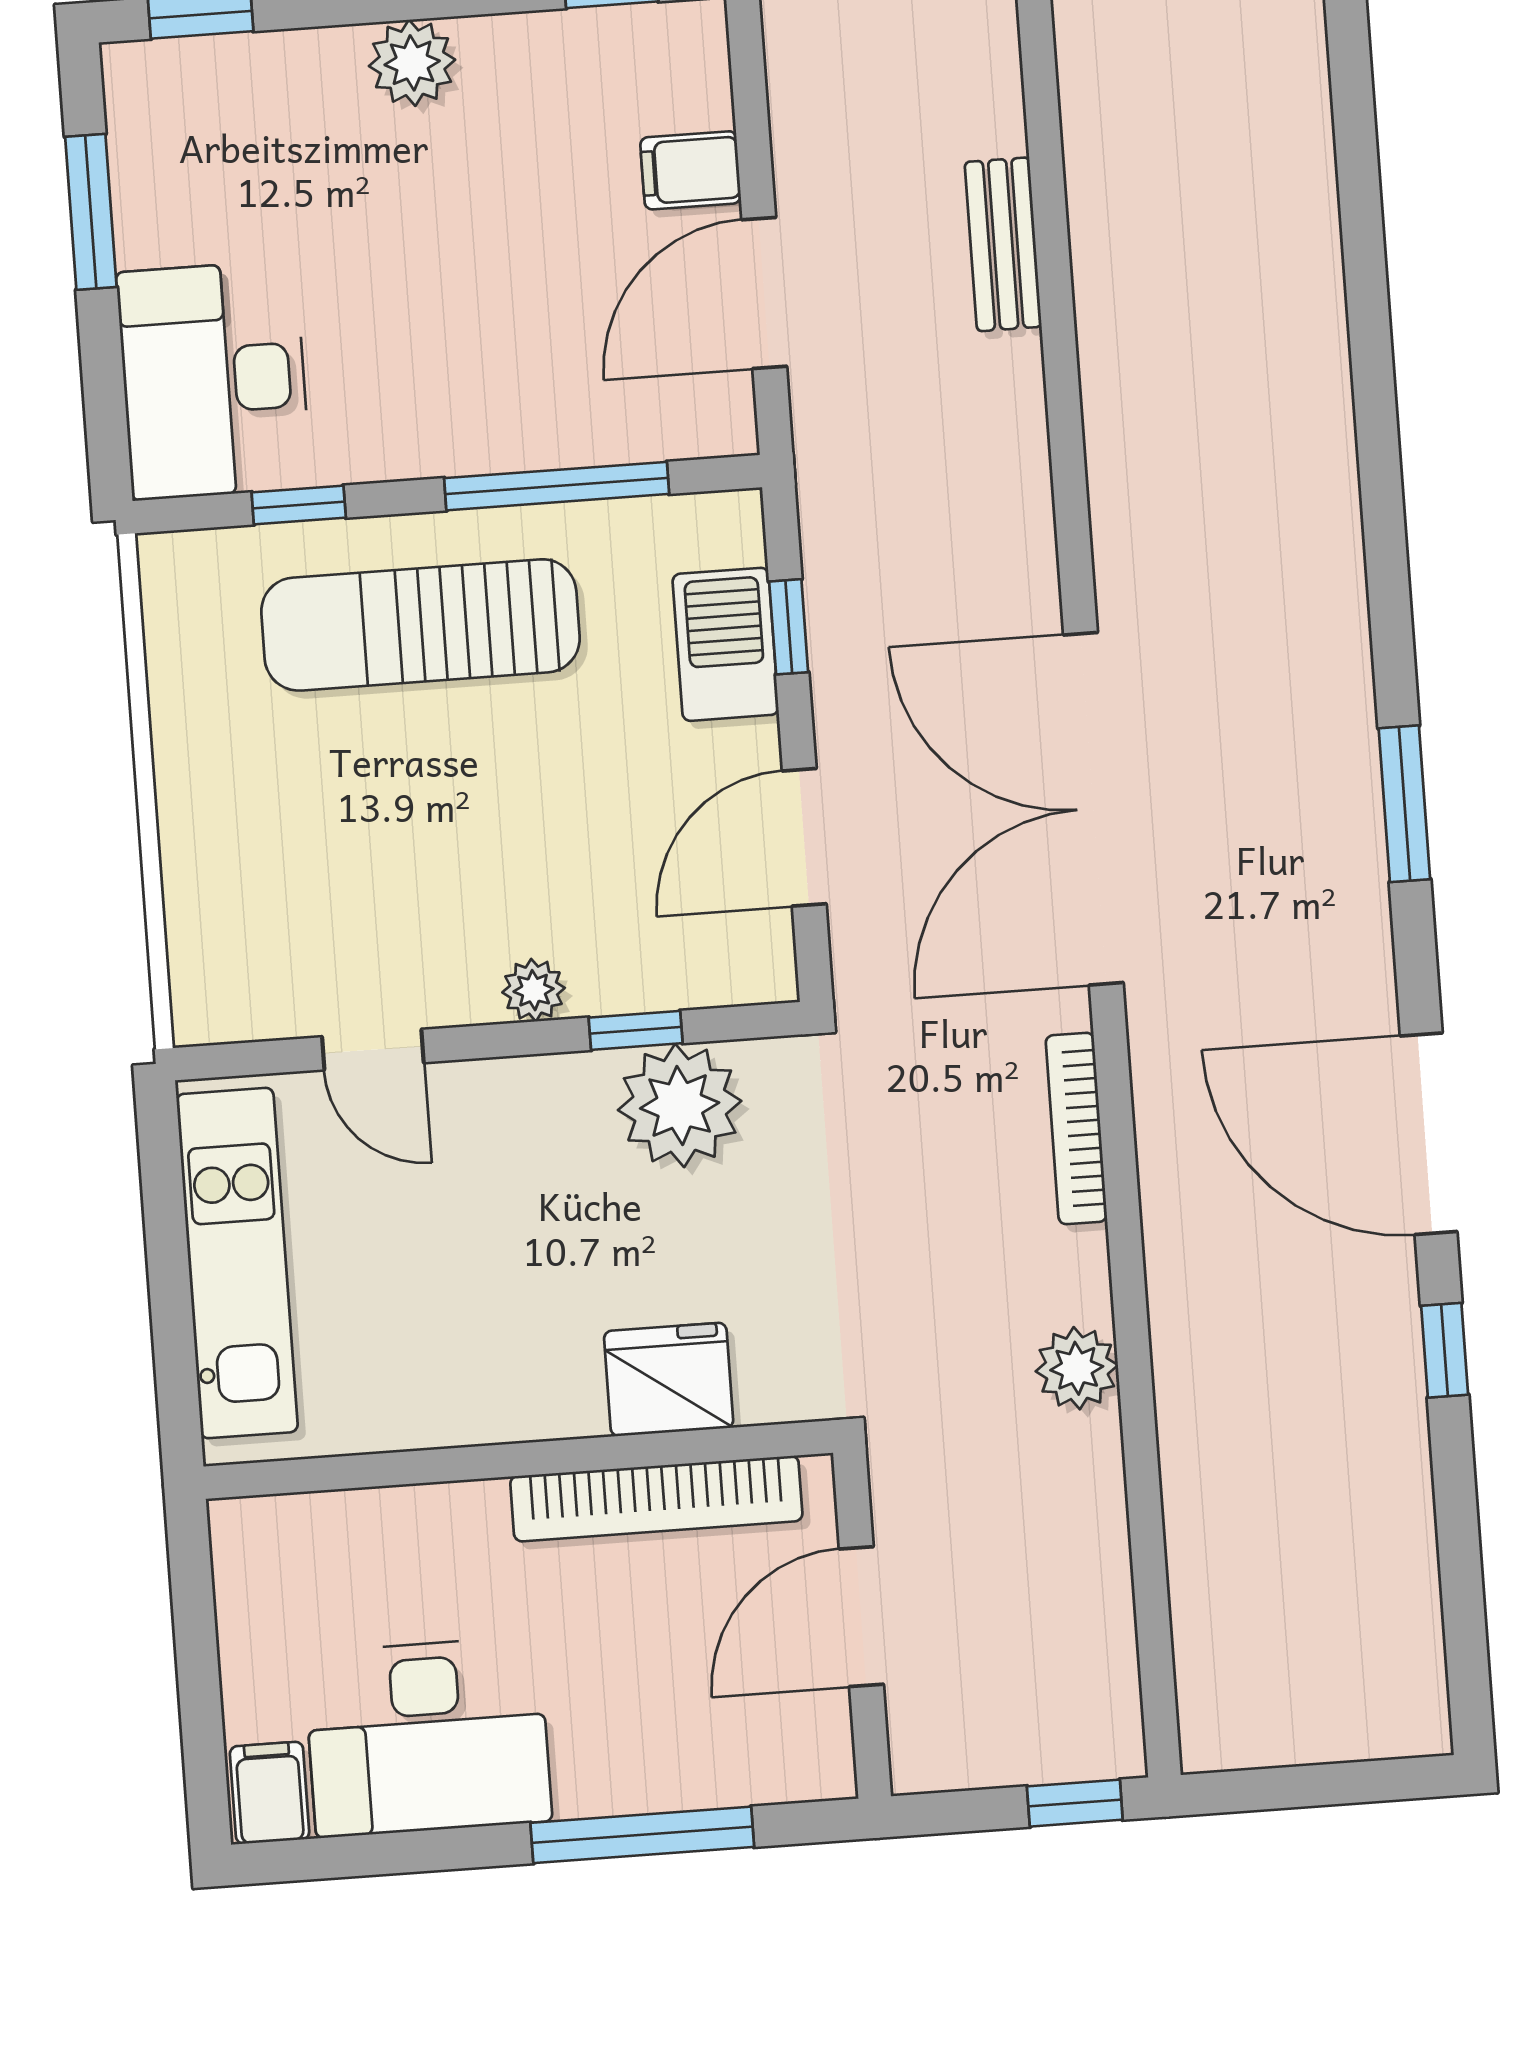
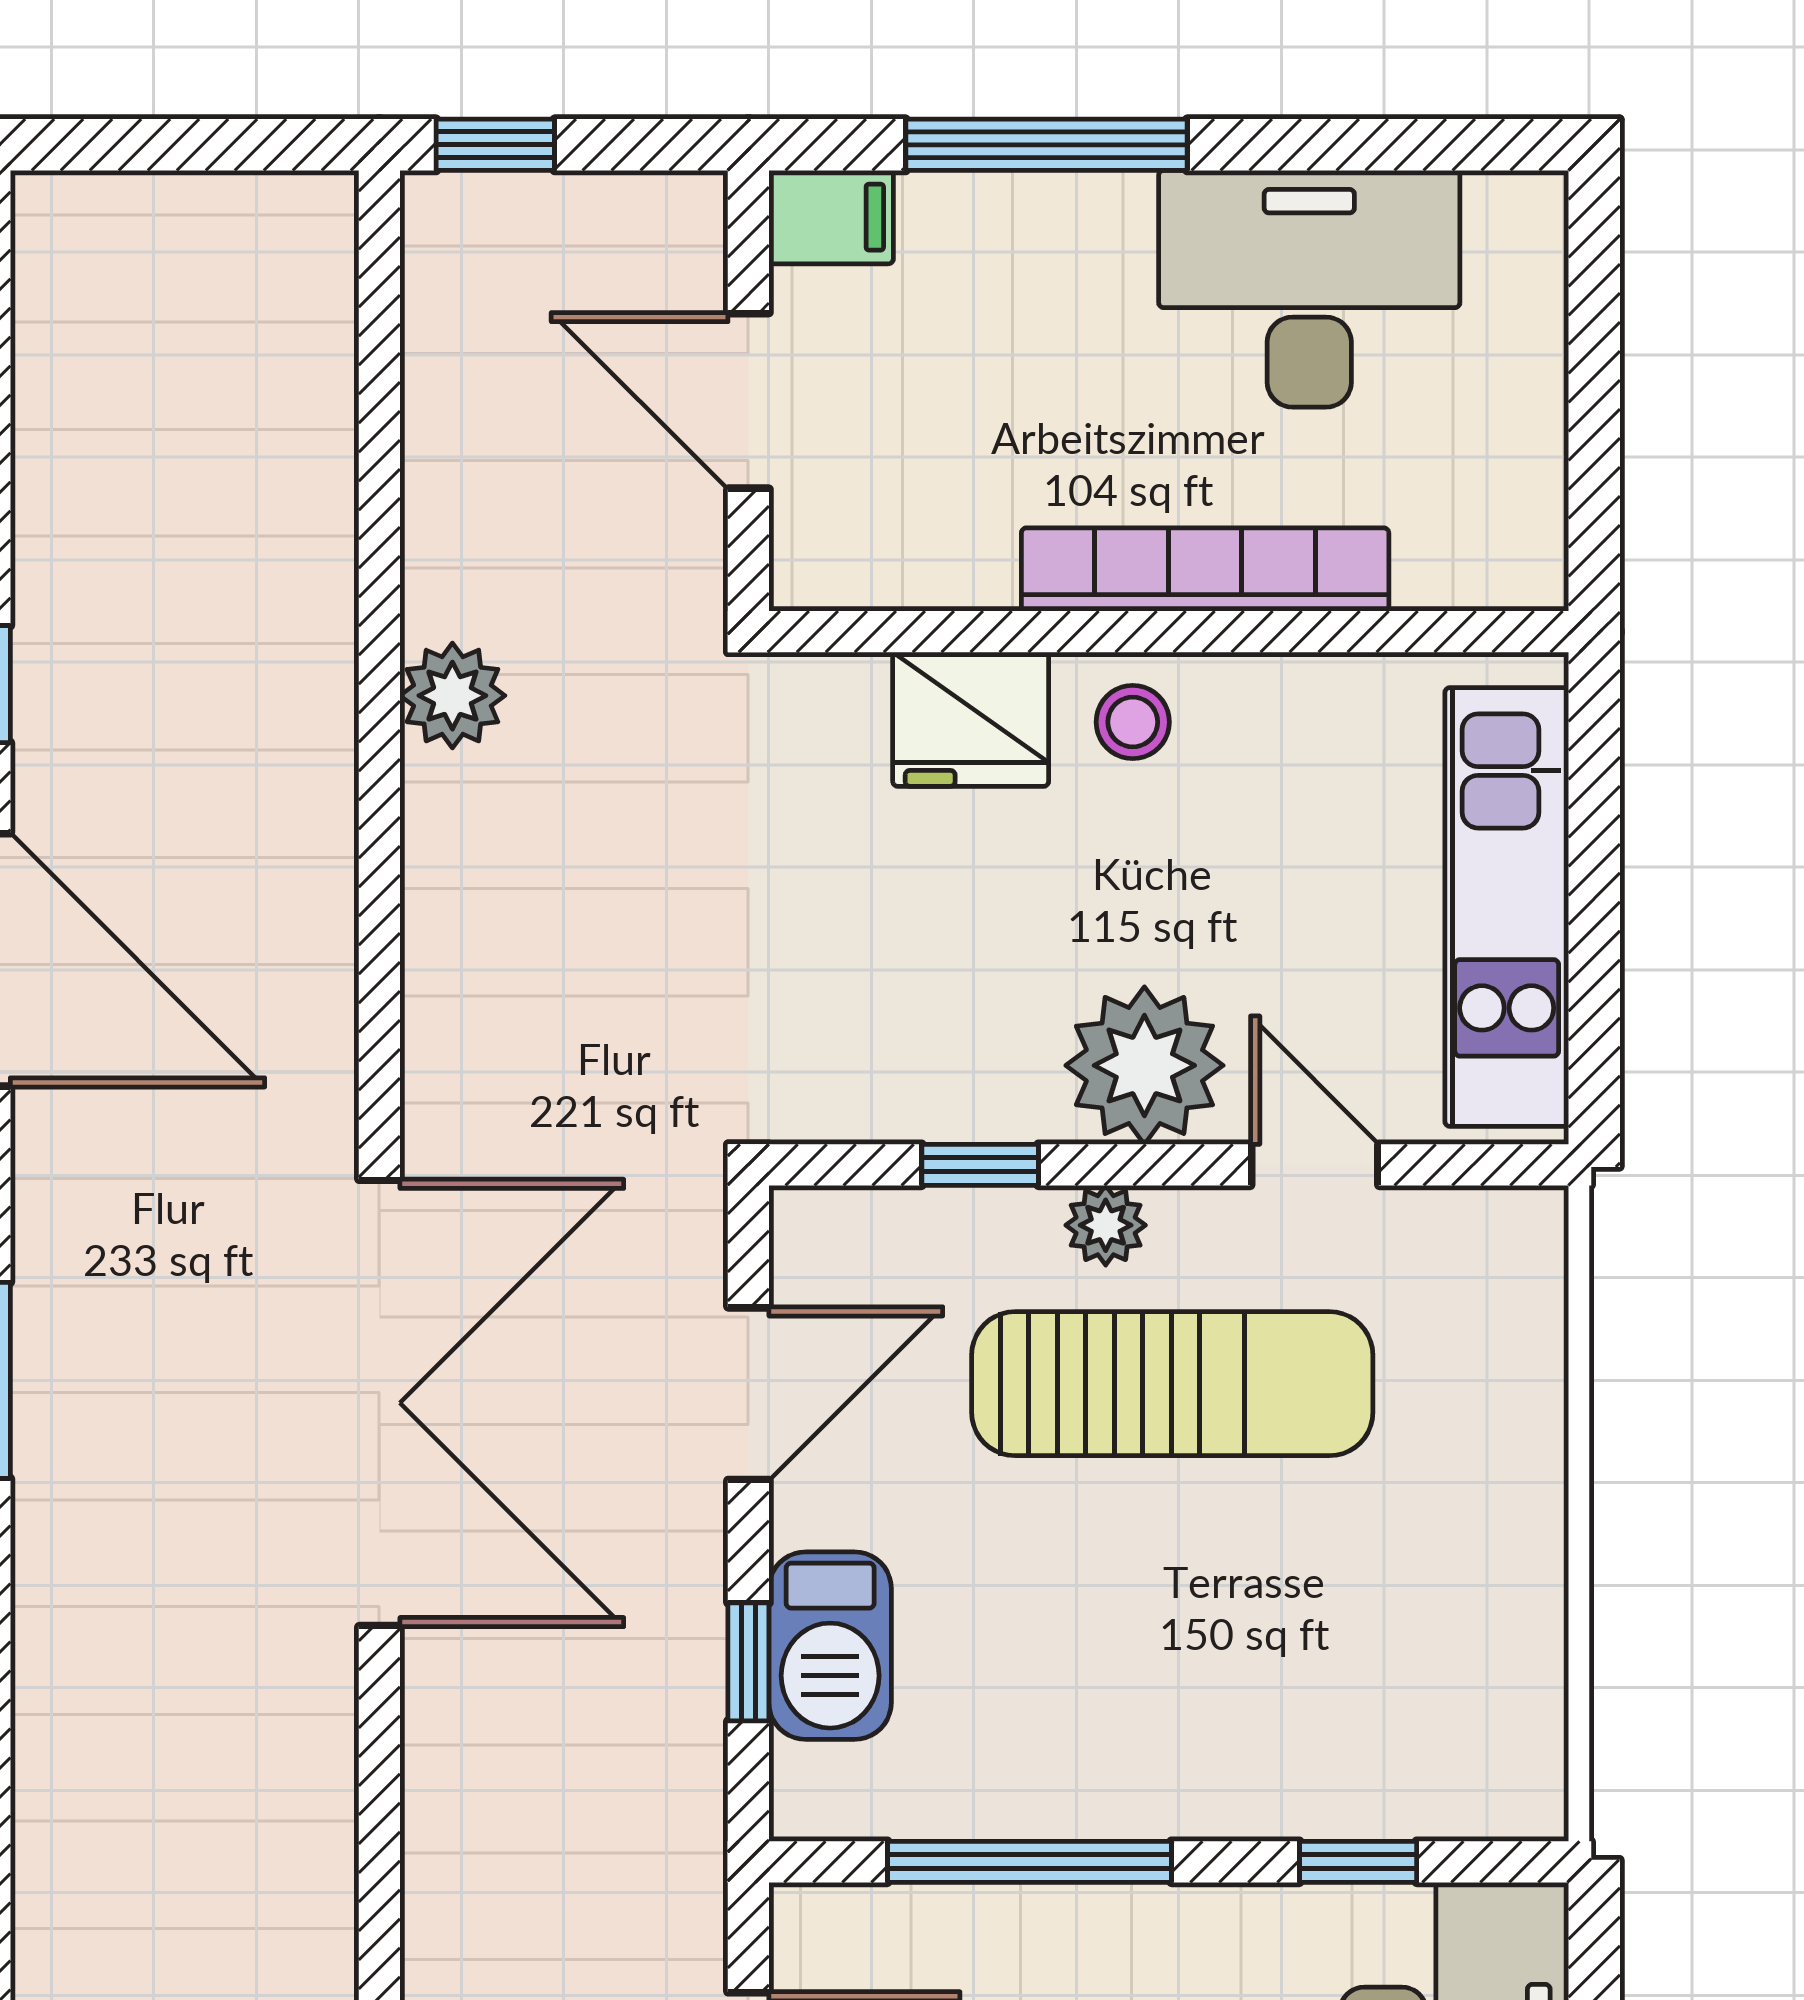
sun lounger: (420, 625) -> (1172, 1384), moved
plant: (680, 1105) -> (1144, 1065), moved
bookcase: (1076, 1128) -> (431, 999), removed
stool: (541, 1387) -> (1133, 722), added
bookcase: (656, 1499) -> (1205, 569), moved
door: (861, 1617) -> (748, 401), swing flipped
filing cabinet: (270, 1793) -> (831, 217), moved, turned -90

